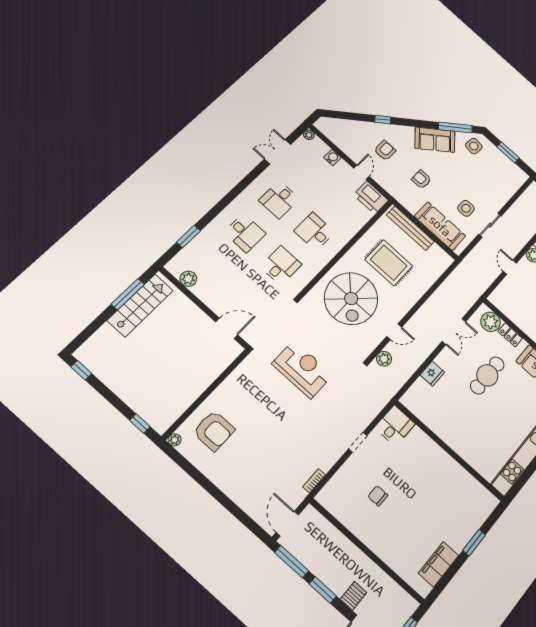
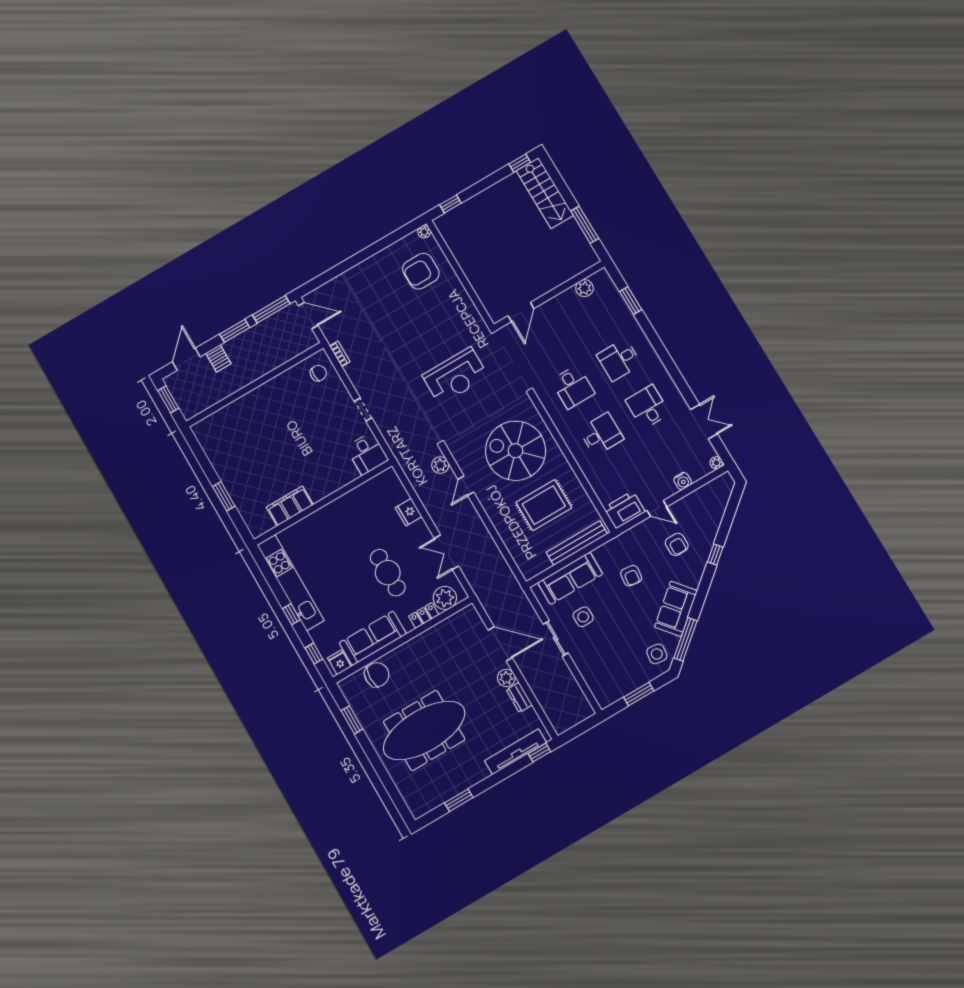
armchair: (421, 179) -> (631, 576), turned 97
door: (510, 267) -> (500, 644), width x1.88
stairs: (140, 305) -> (545, 193), moved
chair: (378, 496) -> (318, 373), moved
filing cabinet: (439, 564) -> (290, 506), moved, turned -90

